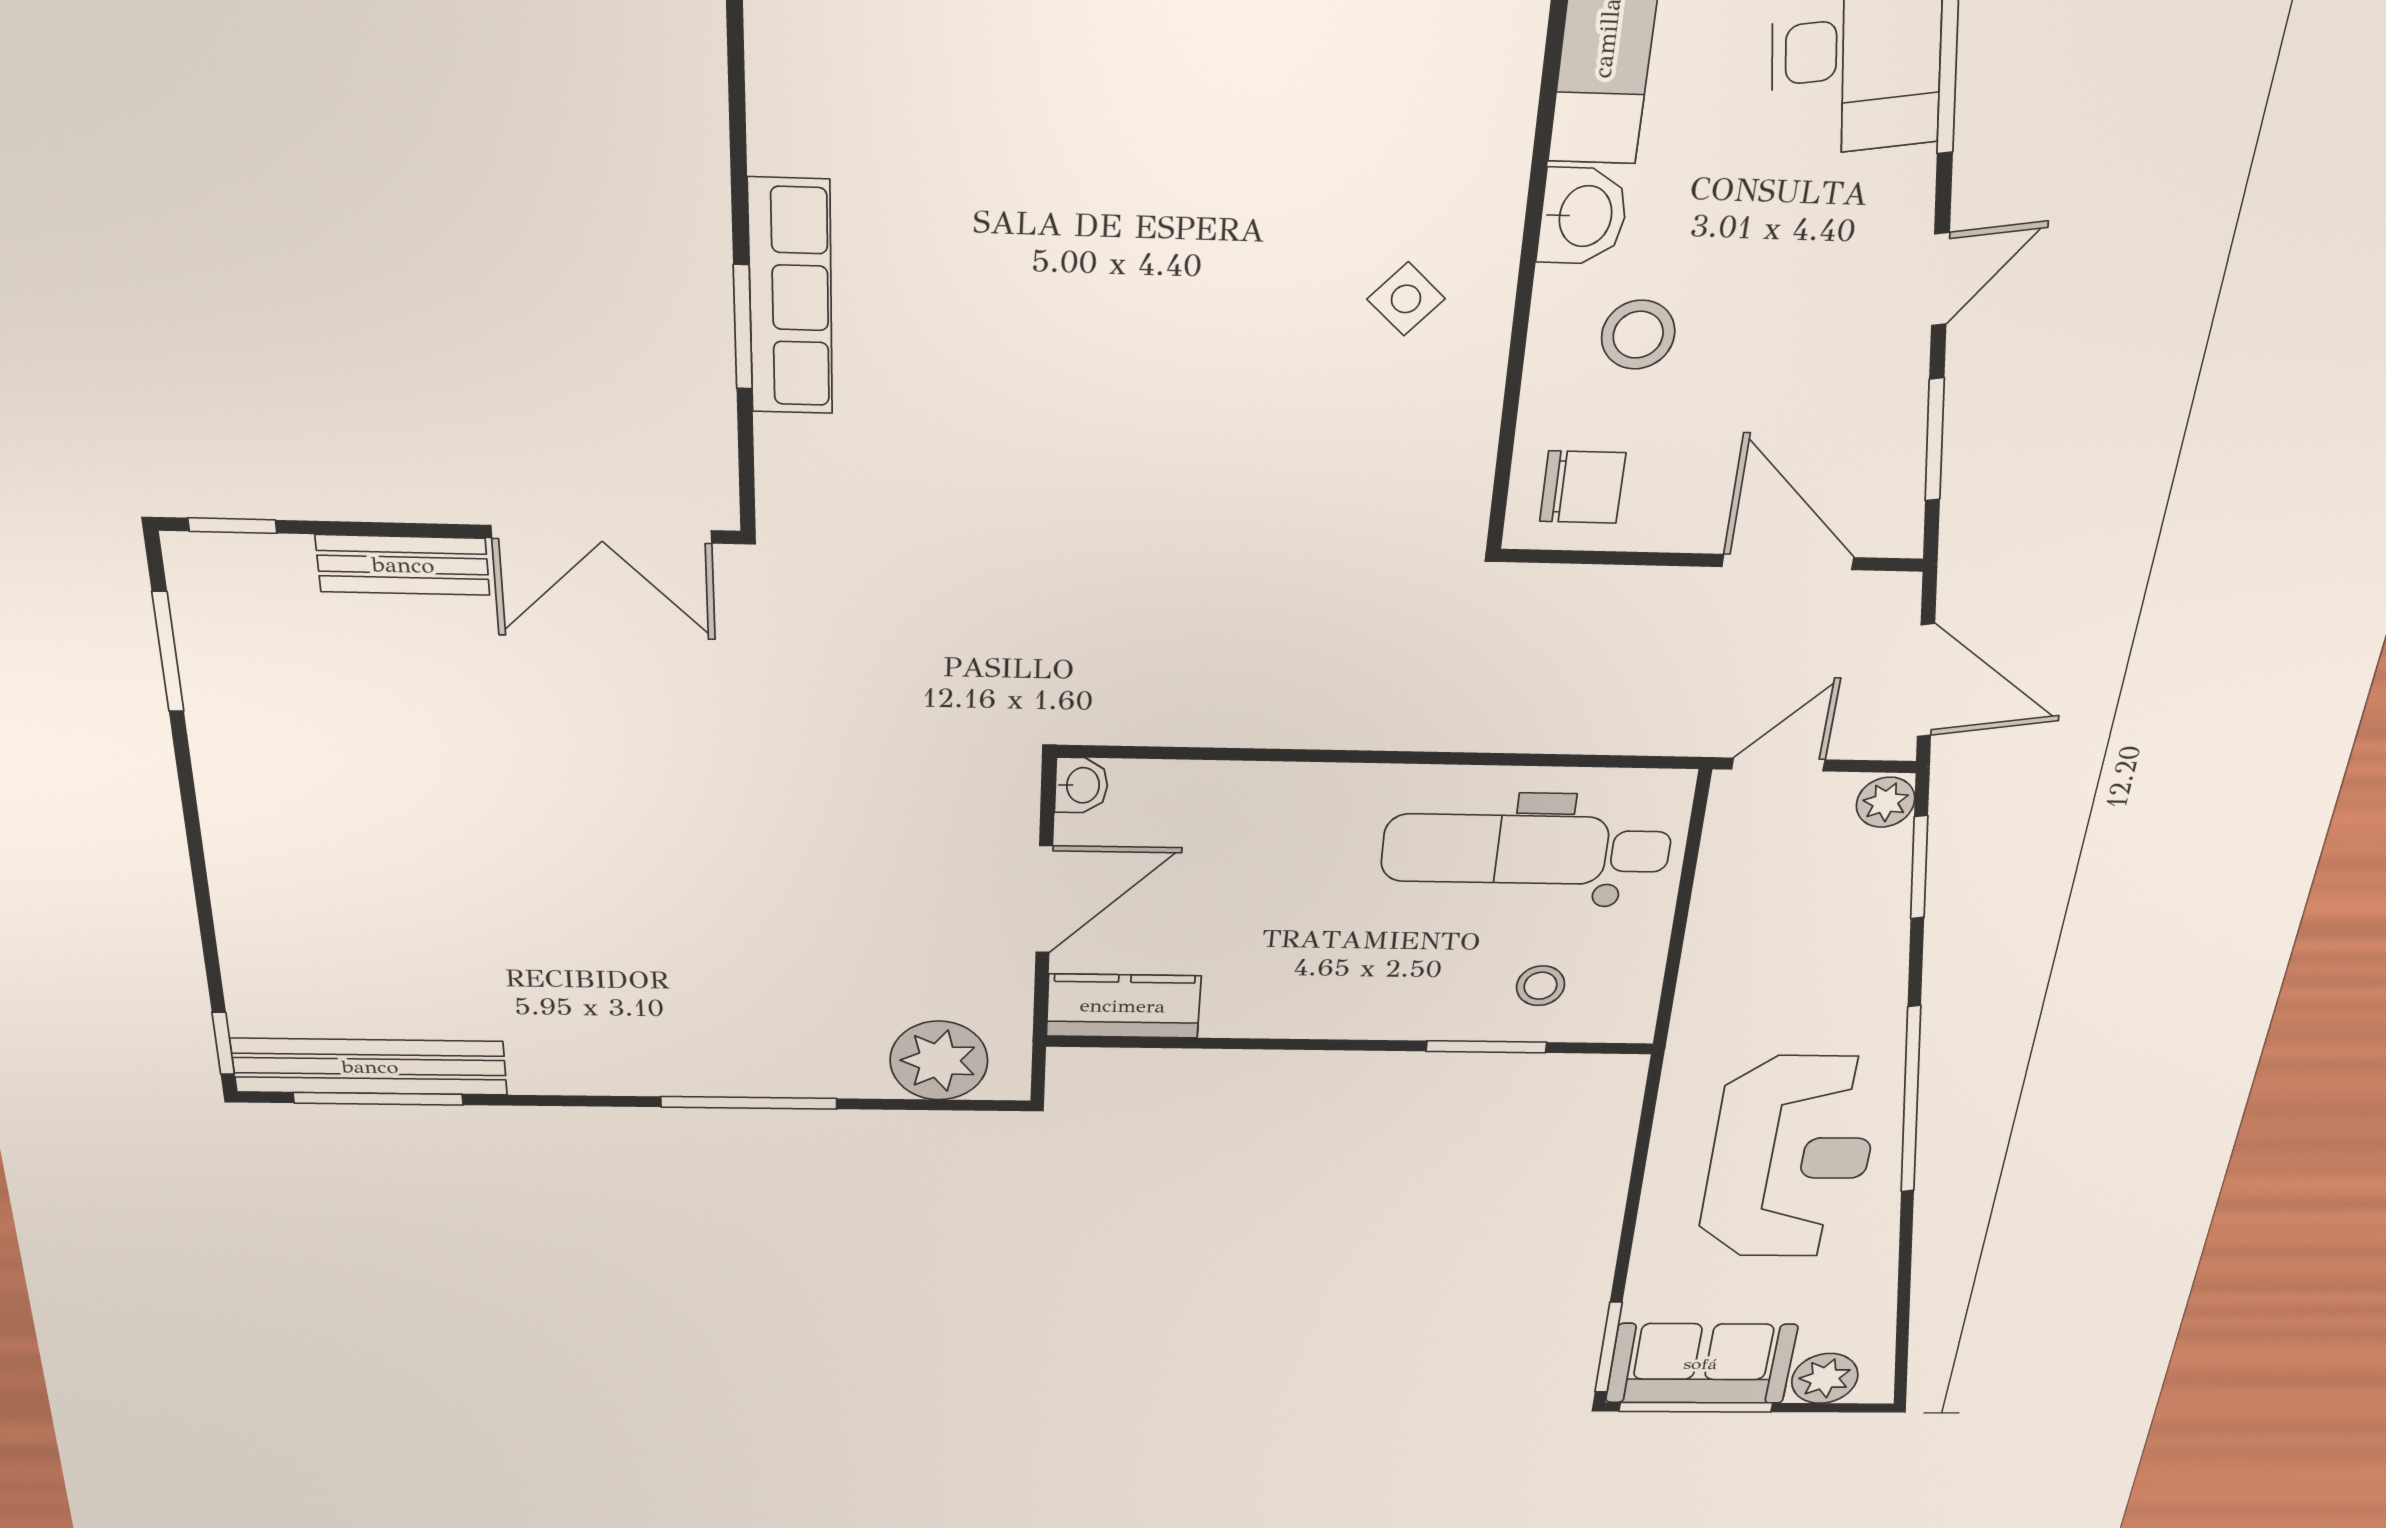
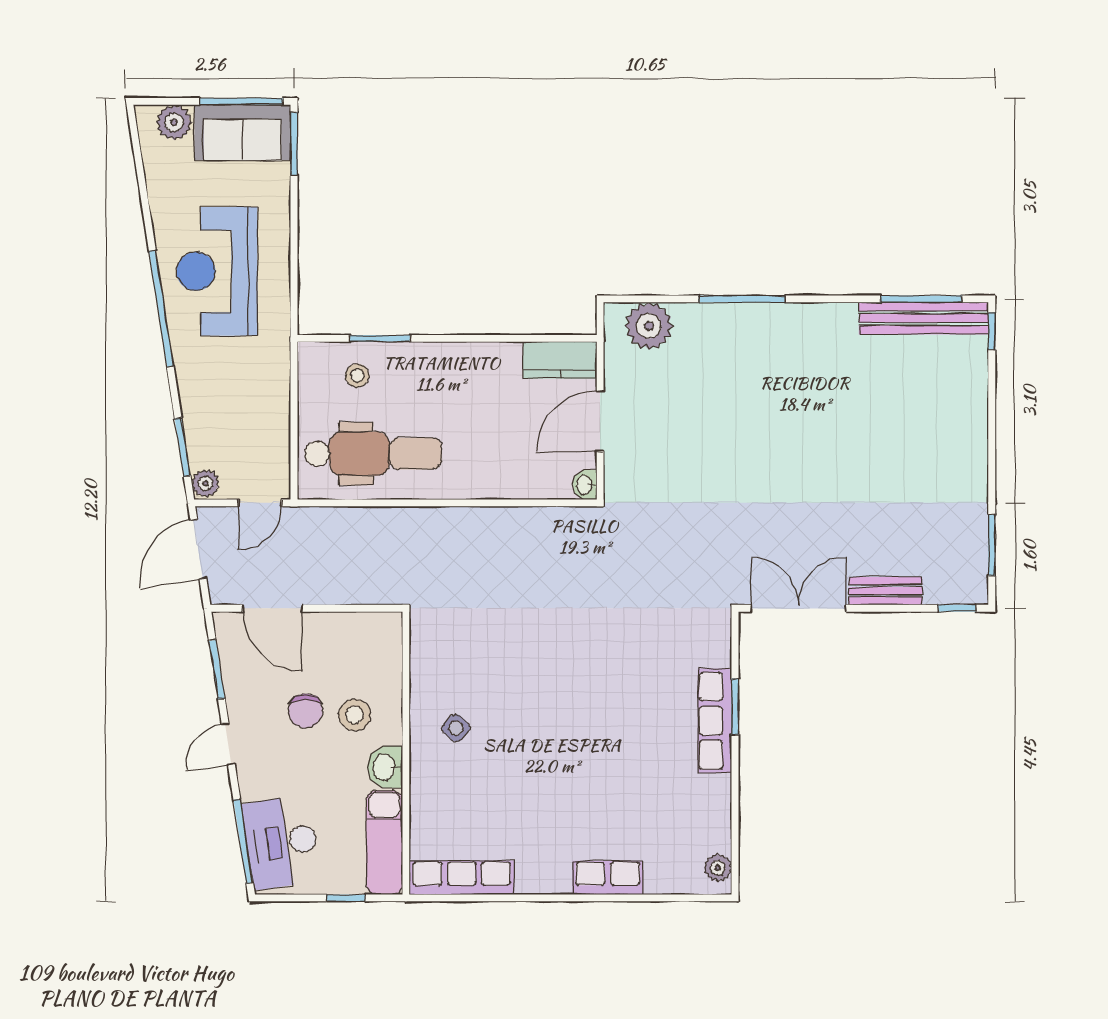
chair: (1583, 487) -> (306, 711), moved, turned -90
door: (1926, 681) -> (198, 549), hinge flipped

